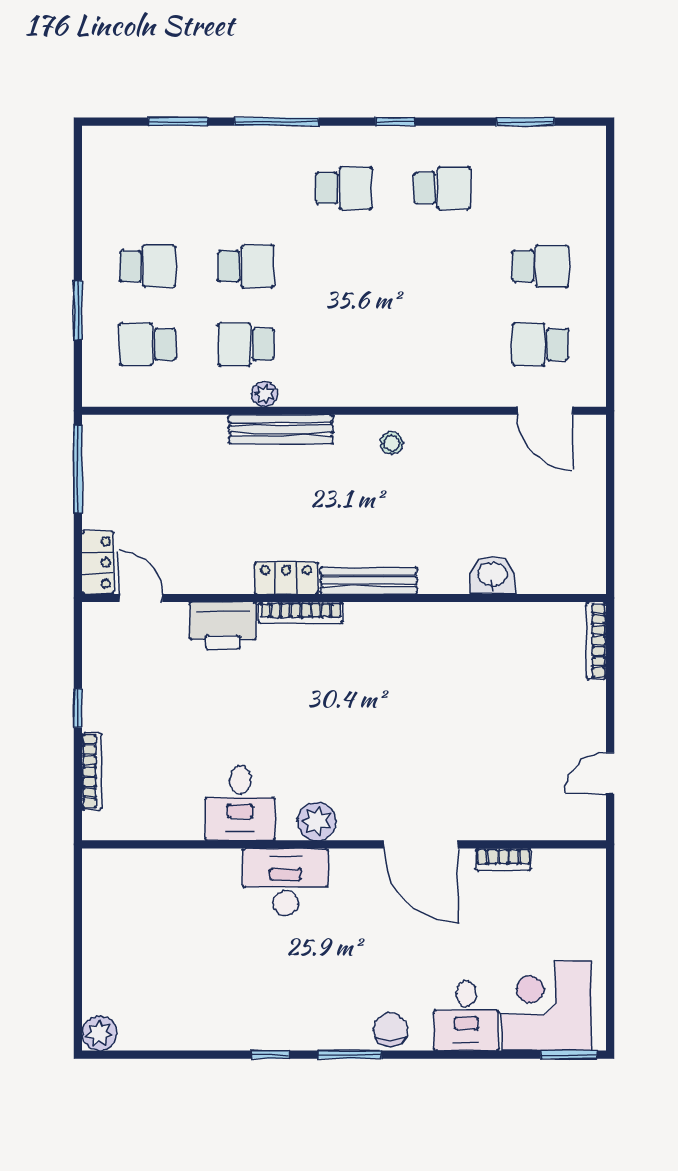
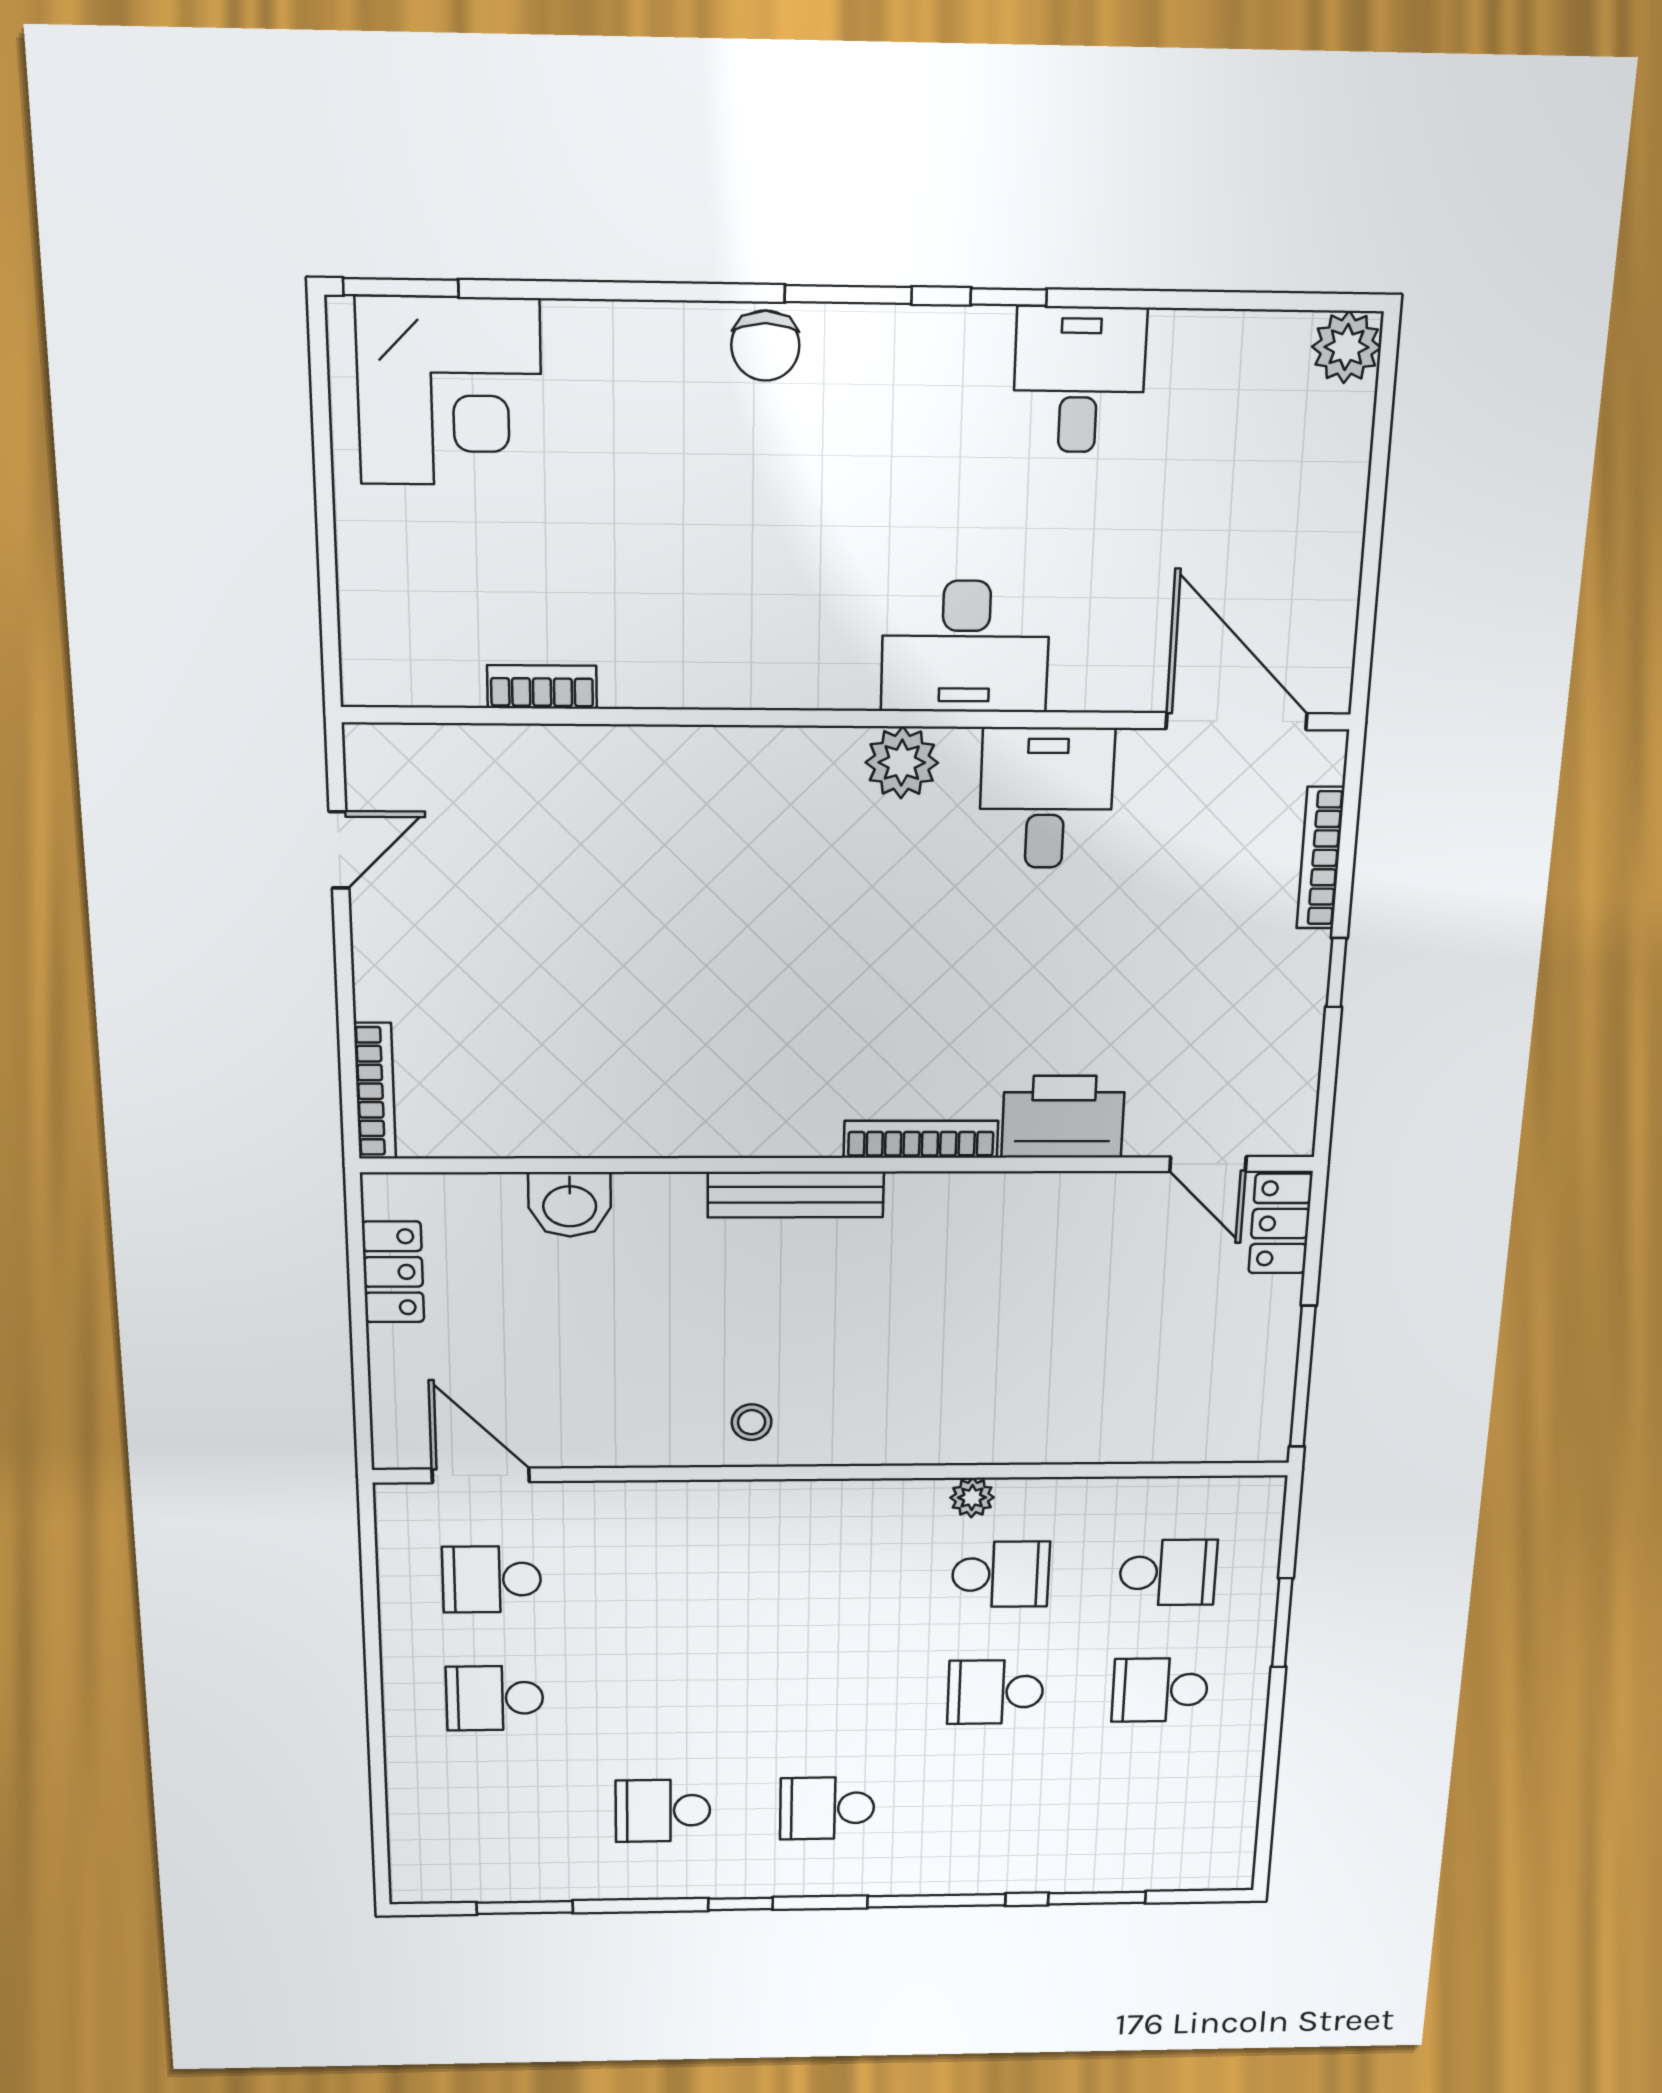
school desk: (540, 344) -> (492, 1579), turned 180
bench: (281, 429) -> (946, 1442), removed
locker: (286, 578) -> (393, 1272), moved, turned -90
door: (421, 844) -> (1237, 721), moved
desk: (466, 1016) -> (1079, 380), moved

